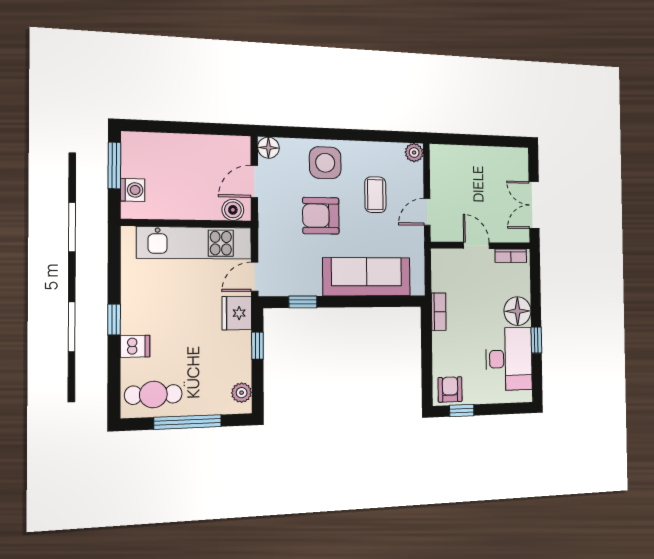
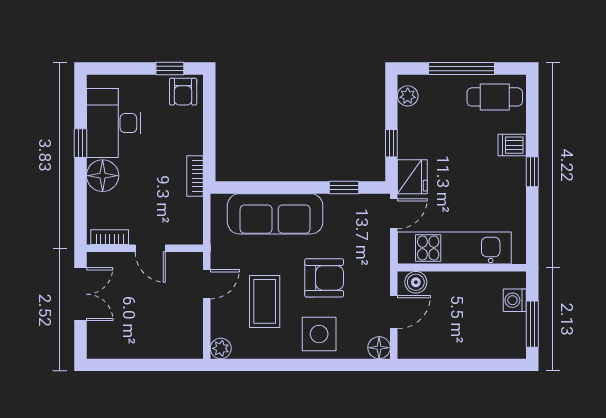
coffee table: (375, 195) -> (265, 301), width x1.36, depth x1.30

